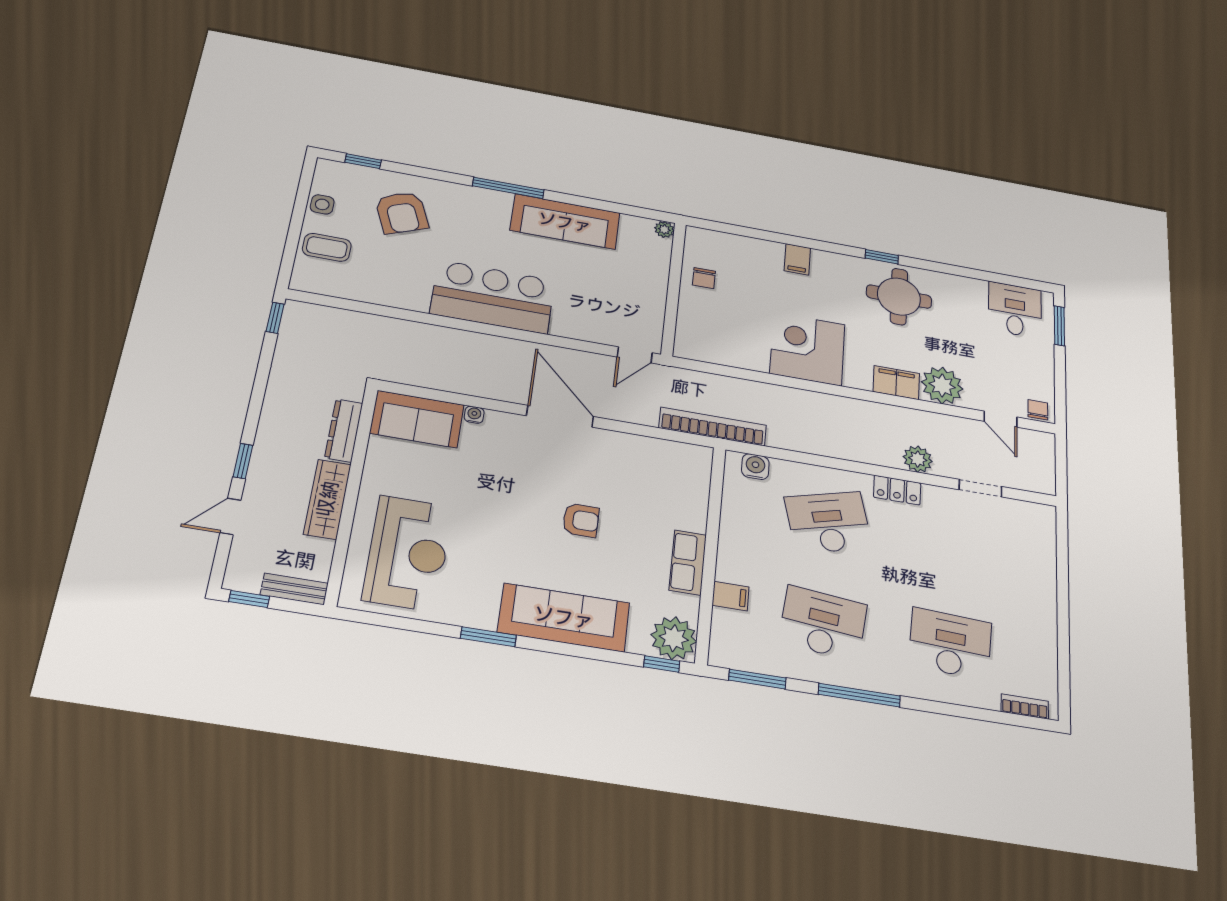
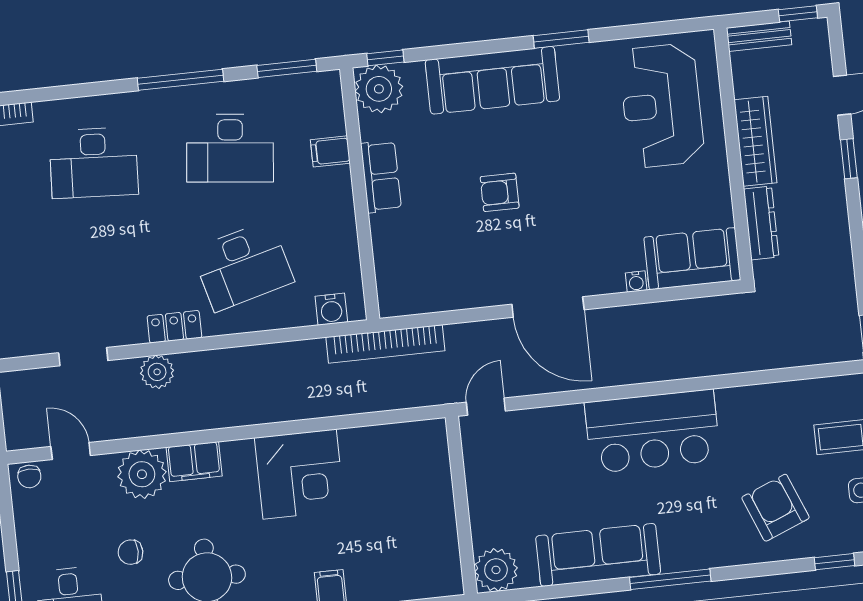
plant: (664, 229) -> (496, 570), width x1.88, depth x1.88
chair: (704, 278) -> (130, 552), moved, turned -90

